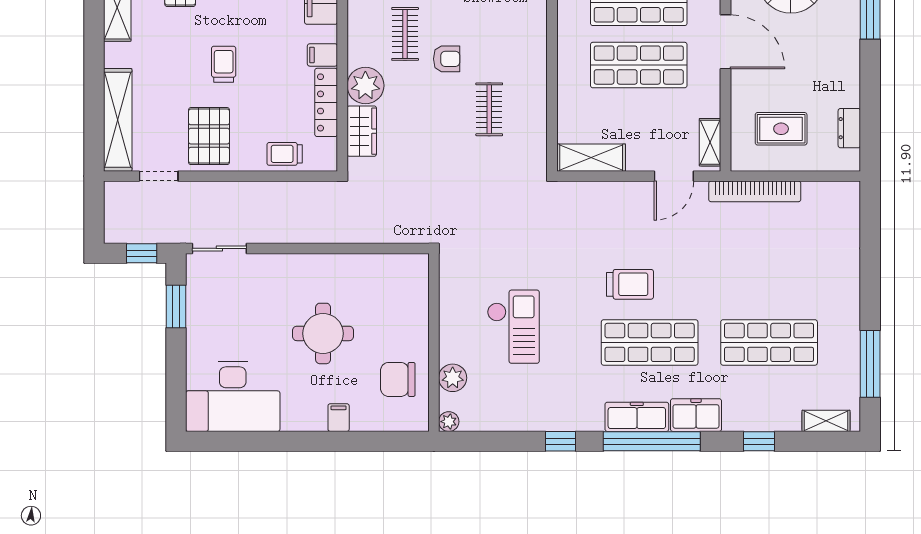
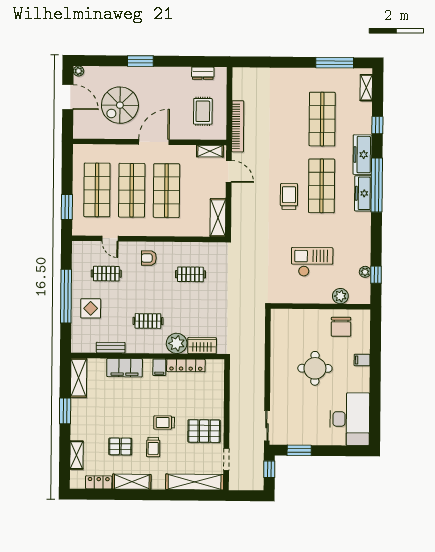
armchair: (447, 59) -> (149, 258), moved, turned -90
trolley: (285, 154) -> (153, 447), moved
freezer: (696, 415) -> (362, 155), width x1.40
plant: (449, 422) -> (365, 272), moved
window: (561, 441) -> (376, 275), moved

